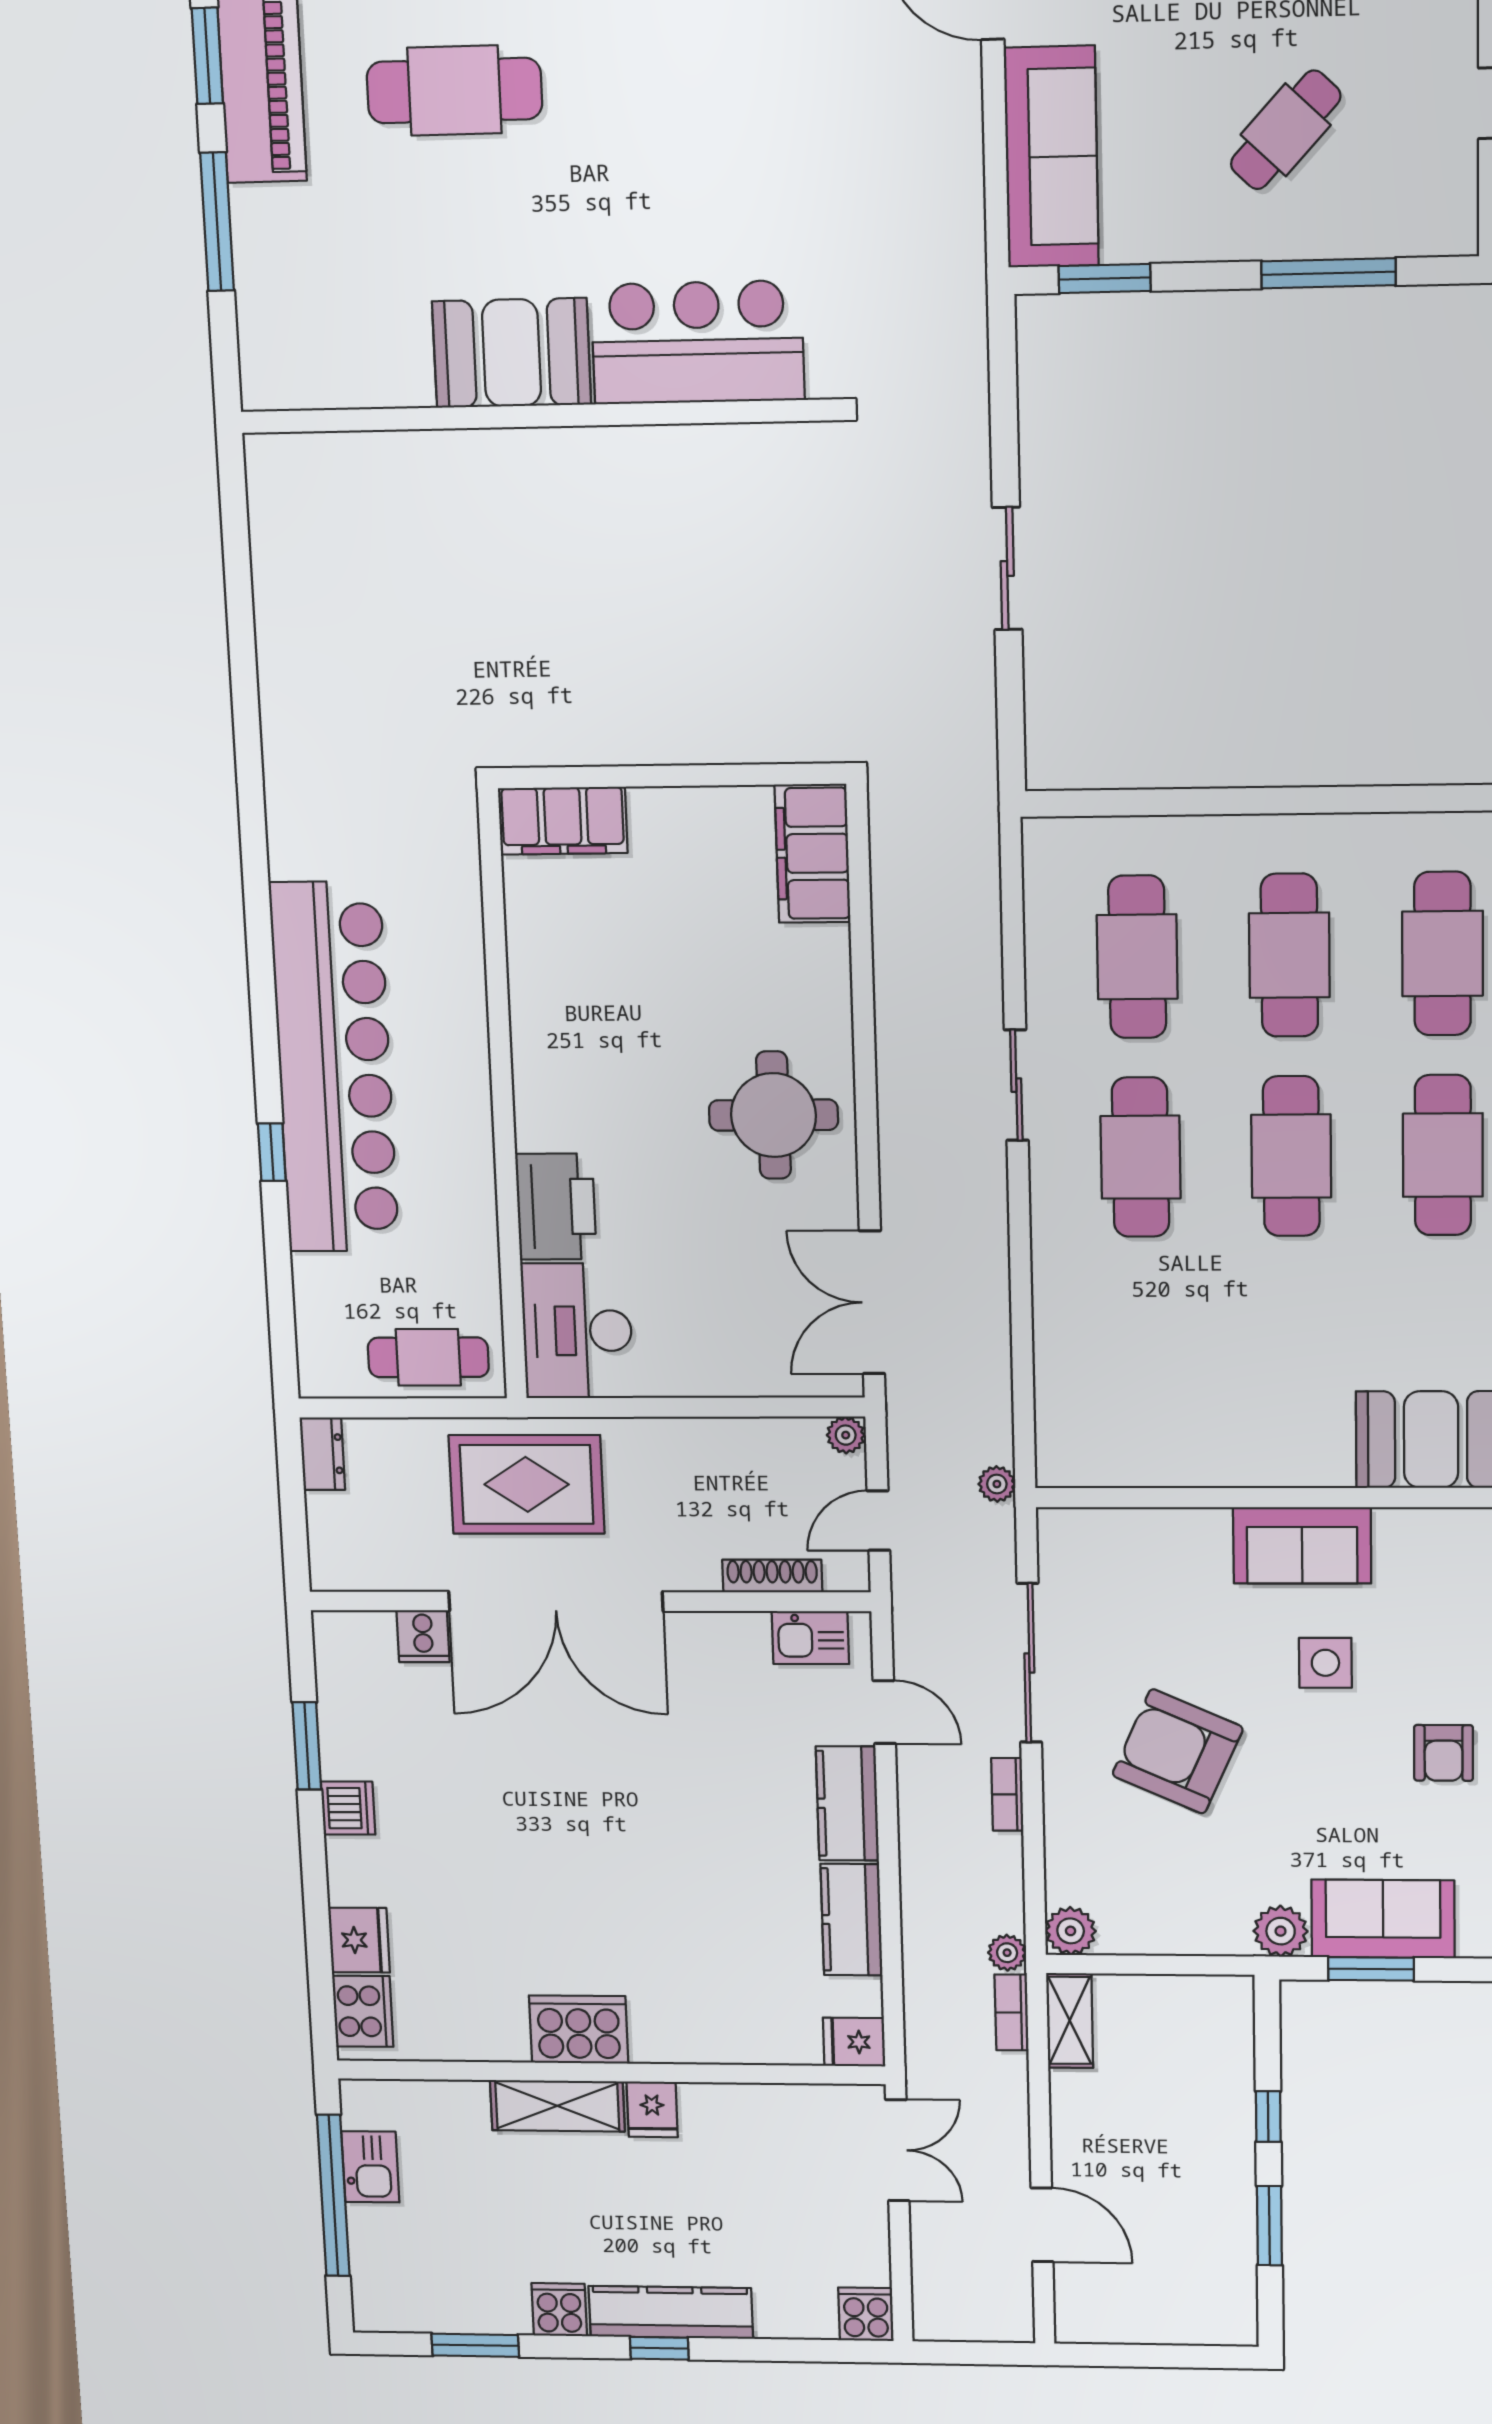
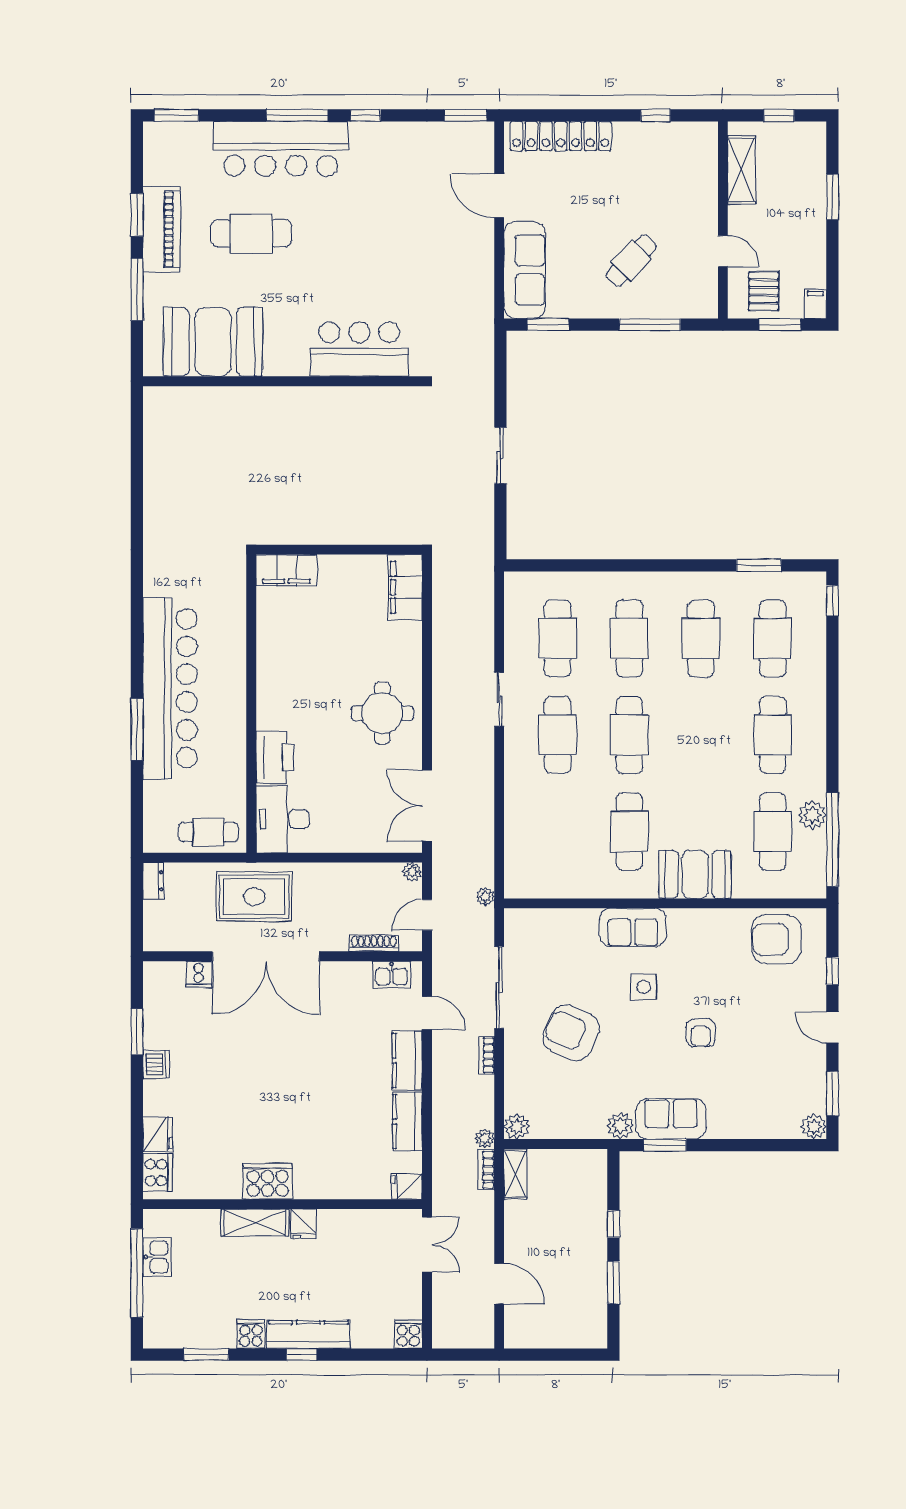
booth: (512, 353) -> (213, 342), moved, width x1.36, depth x1.42
window: (272, 1152) -> (137, 730), width x2.17
cafe table: (1443, 1155) -> (629, 831), moved

